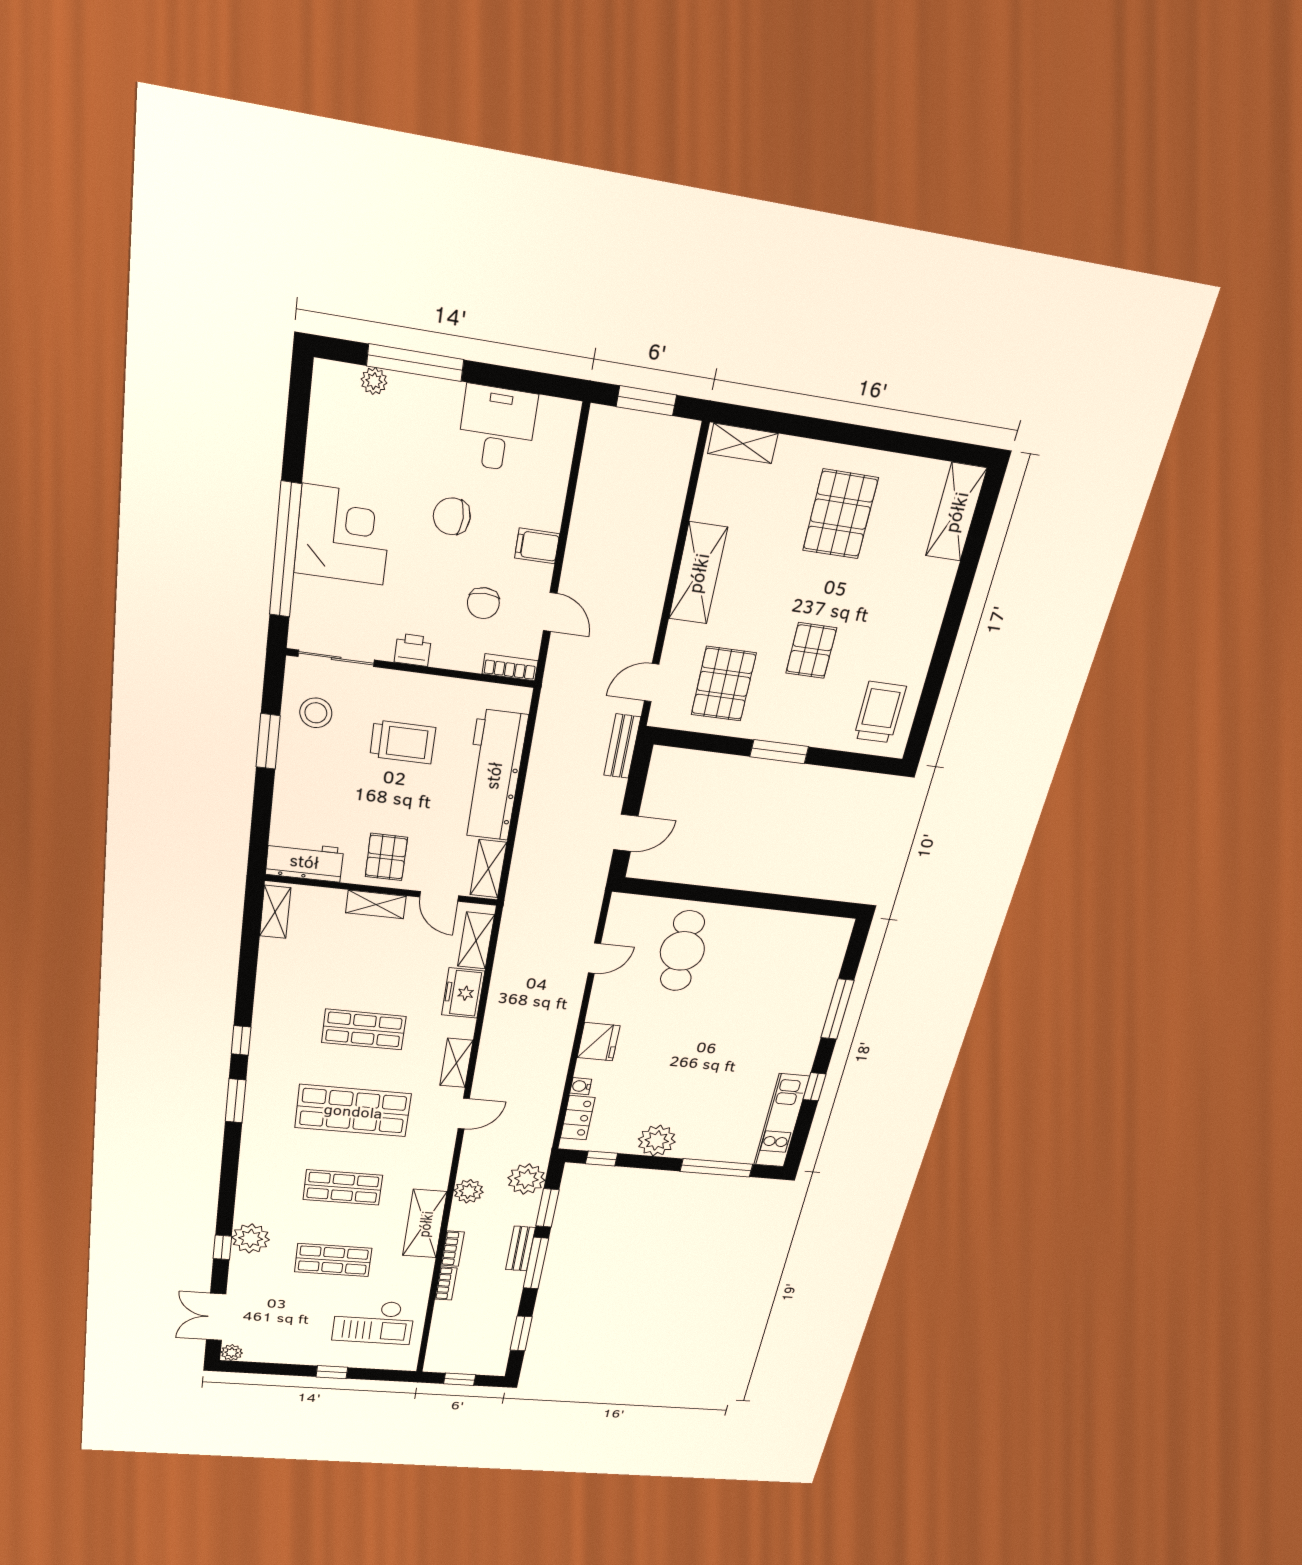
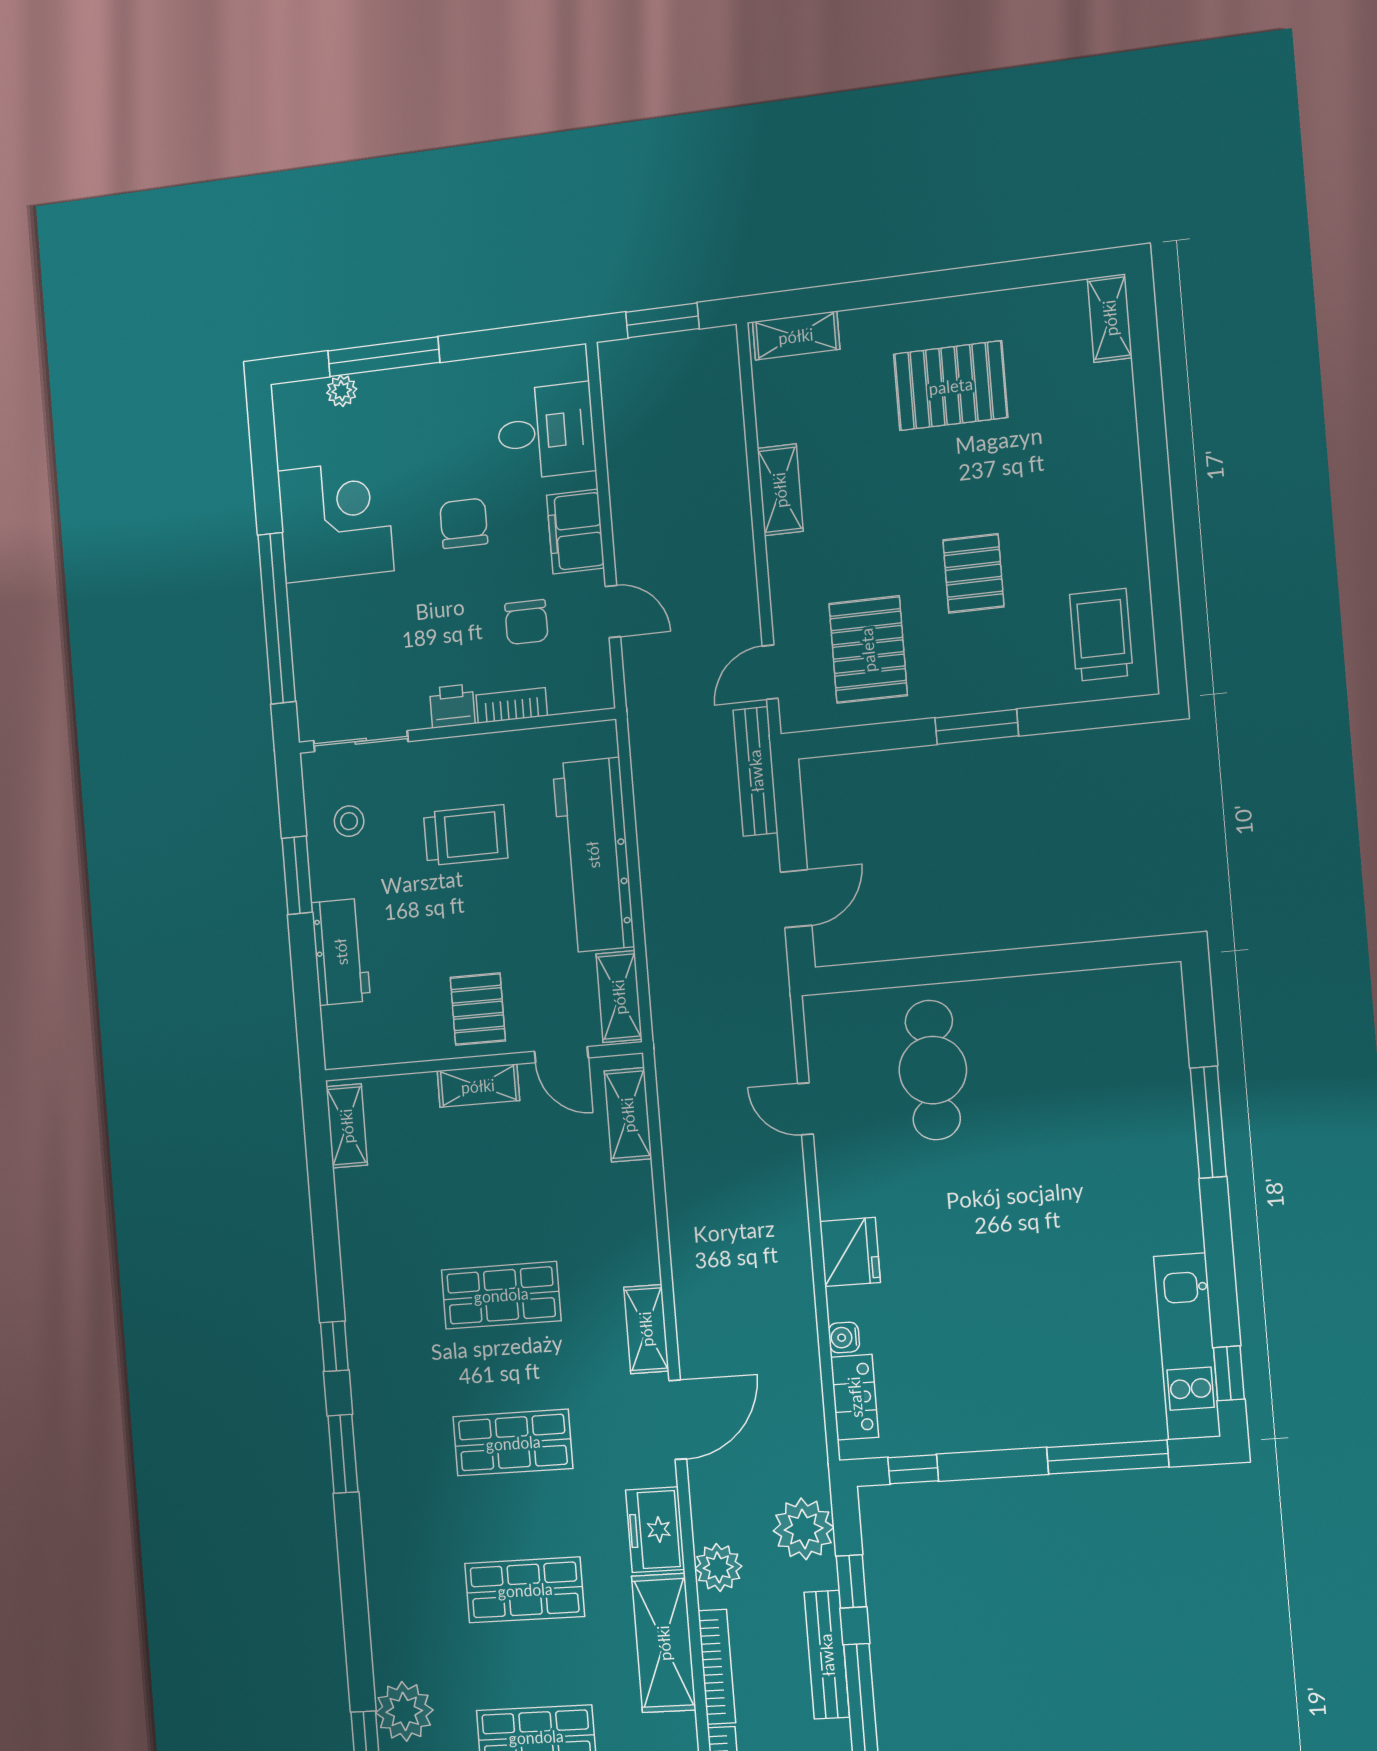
desk: (497, 429) -> (546, 431), moved, turned 90
shelving: (956, 512) -> (1110, 318), width x0.67, depth x0.75
pallet: (840, 514) -> (951, 386), turned 90
chair: (452, 516) -> (464, 523), turned 90
corner desk: (343, 535) -> (336, 521), moved
filing cabinet: (537, 546) -> (575, 532), width x2.00
shelving: (698, 573) -> (780, 490), width x0.67, depth x0.75
bookcase: (510, 667) -> (512, 705), moved
stool: (316, 713) -> (349, 821), width x0.73, depth x0.73
bench: (622, 746) -> (756, 771), width x1.36
workbench: (304, 861) -> (341, 952), moved, turned 90
door: (594, 958) -> (805, 1109), swing flipped
freezer: (463, 993) -> (655, 1530), moved
window: (815, 1087) -> (1229, 1373), moved
shop shelf: (353, 1111) -> (513, 1443), width x0.70, depth x0.74
door: (464, 1114) -> (678, 1420), width x1.38
plant: (657, 1141) -> (993, 1420), removed
window: (547, 1208) -> (851, 1581), width x0.67
bookcase: (453, 1249) -> (717, 1667), width x1.56
bench: (520, 1249) -> (827, 1655), width x1.36

